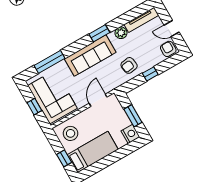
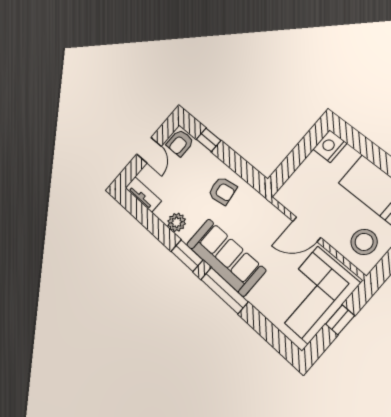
tv unit: (141, 20) -> (143, 194), width x0.71
window: (49, 62) -> (224, 290), moved
window: (150, 74) -> (209, 140), moved
door: (98, 100) -> (307, 229), moved
window: (133, 116) -> (299, 154), removed

